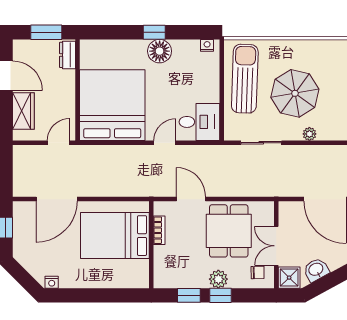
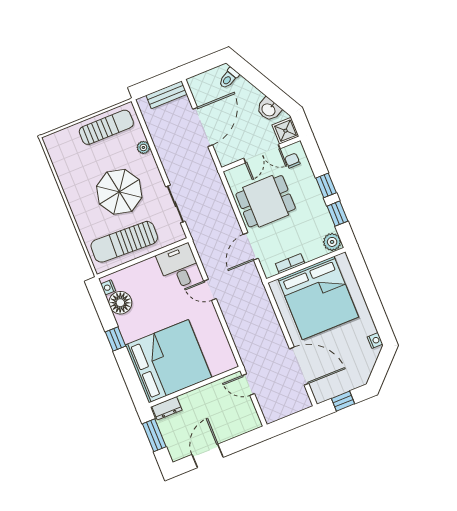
floor lamp: (160, 51) -> (120, 303), moved
bed: (112, 105) -> (169, 361), moved, turned 180
wardrobe: (23, 111) -> (233, 427), removed
plant: (309, 134) -> (143, 147), moved
bed: (115, 236) -> (318, 298), width x1.36
plant: (218, 279) -> (332, 242), moved

